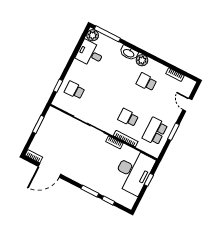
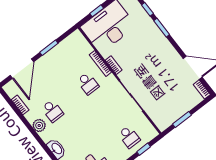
plant: (142, 60) -> (39, 125), moved
door: (187, 105) -> (22, 69), width x1.88
school desk: (155, 131) -> (67, 57), removed

